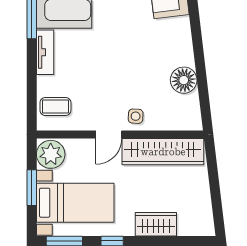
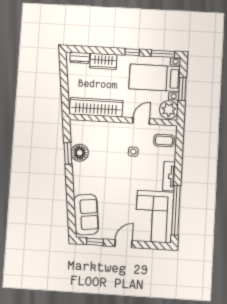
window: (202, 78) -> (68, 153), added
side table: (136, 116) -> (133, 152), moved
door: (109, 135) -> (141, 121), moved
dresser: (193, 228) -> (80, 58), added

